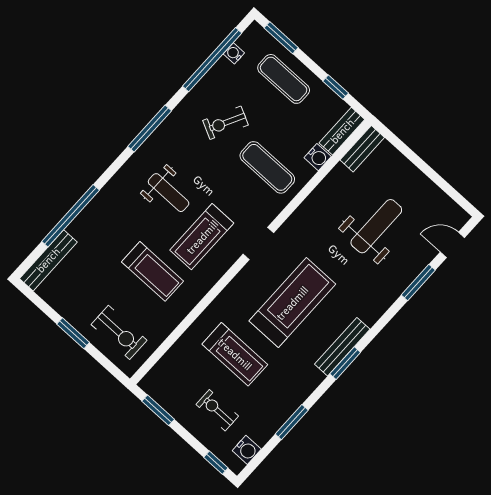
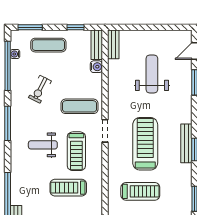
exercise mat: (267, 167) -> (79, 106), moved
weight bench: (169, 193) -> (43, 145), turned 180
treadmill: (152, 271) -> (68, 188), turned 180

